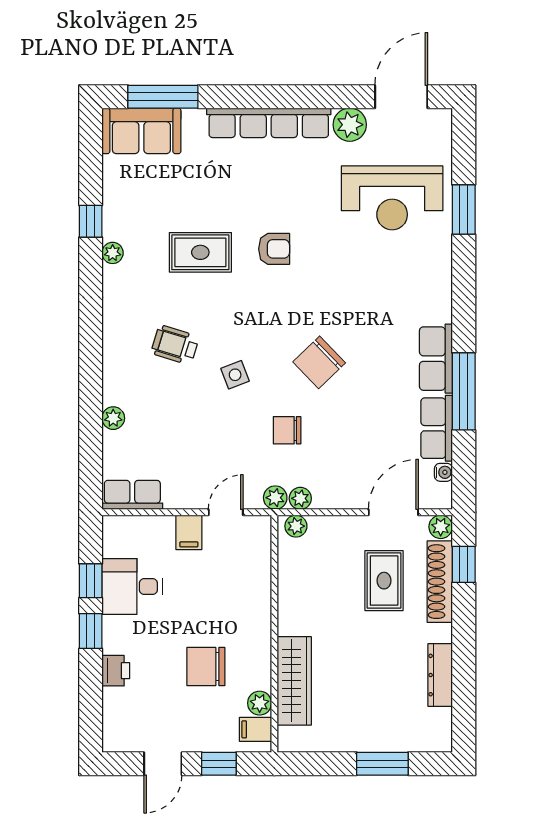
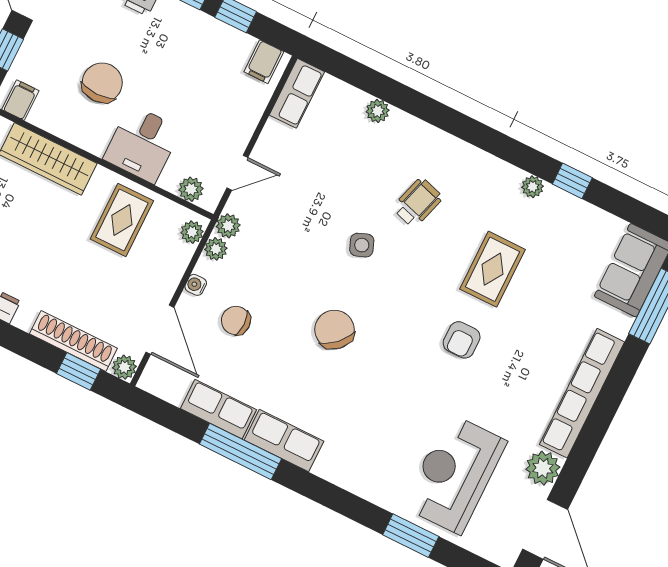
chair: (287, 430) -> (236, 321), moved, turned -90
water cooler: (443, 472) -> (196, 285), moved, turned 90
door: (226, 512) -> (237, 173), hinge flipped
filing cabinet: (189, 532) -> (264, 62), moved, turned -90
rug: (384, 581) -> (122, 220), moved, turned 90
desk: (132, 587) -> (142, 144), moved, turned 180
plant: (260, 703) -> (191, 189), moved

